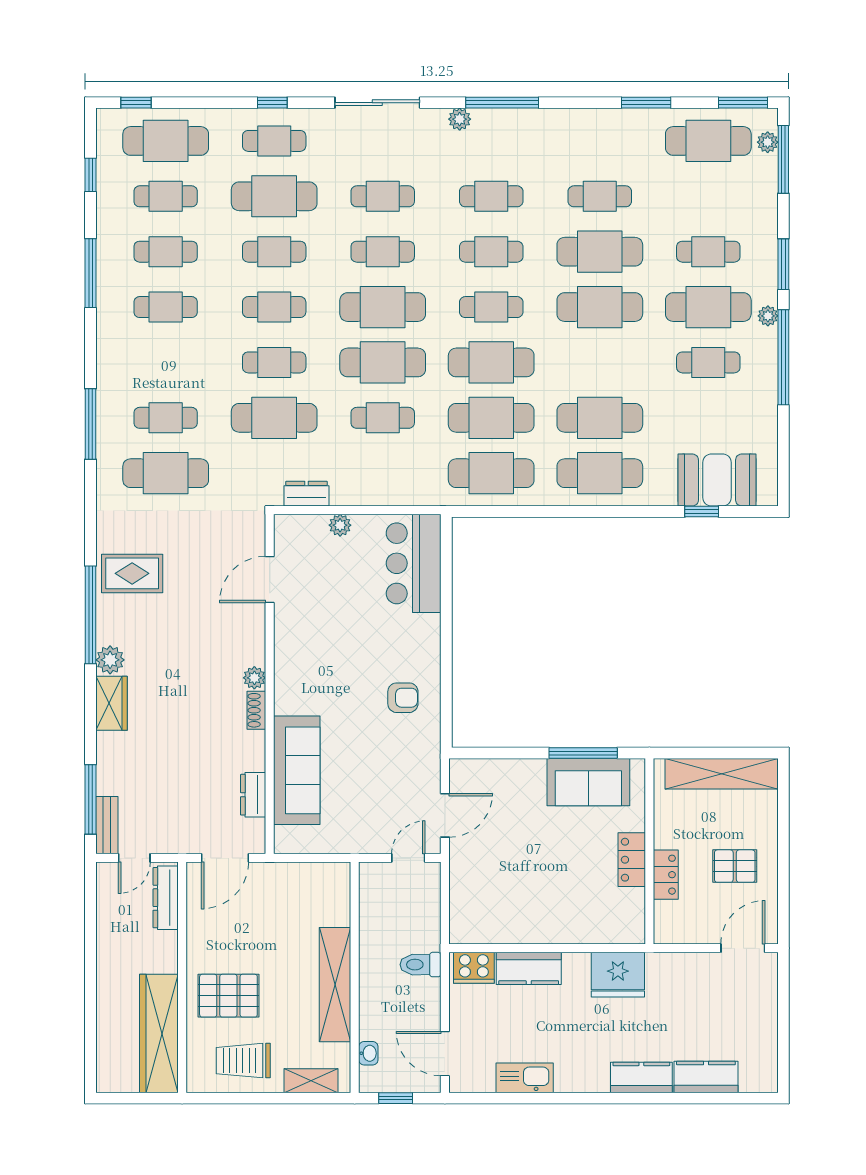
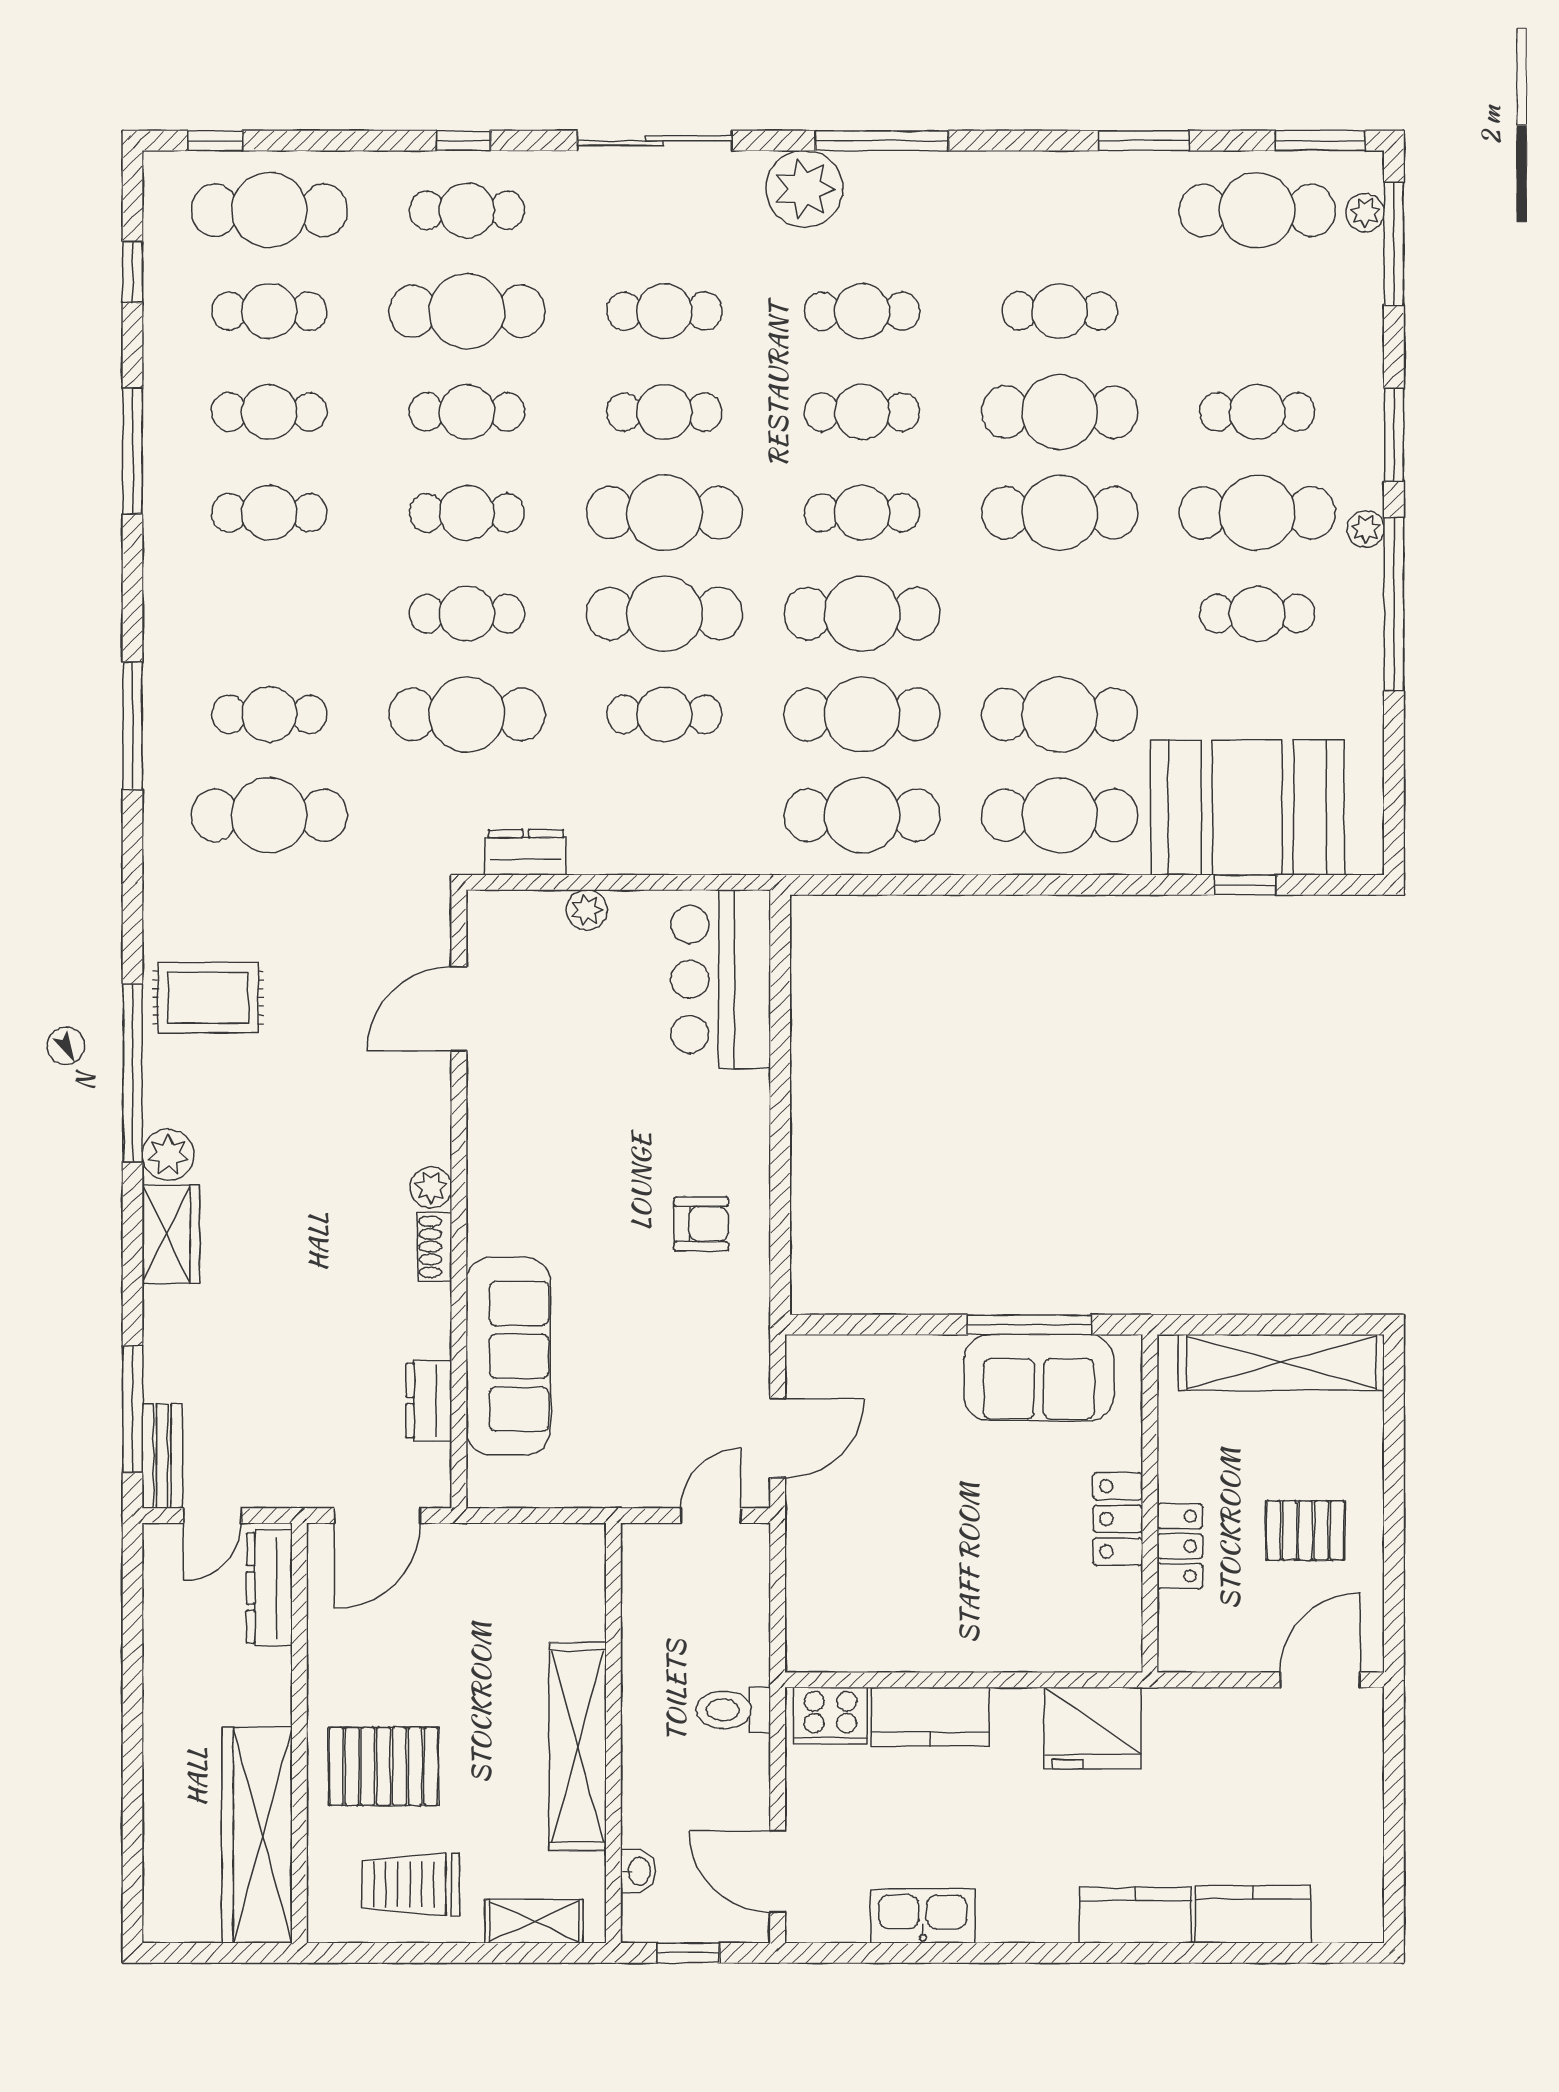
plant: (460, 119) -> (804, 189), width x1.87, depth x1.87
booth: (717, 480) -> (1247, 808), width x1.36, depth x1.42

